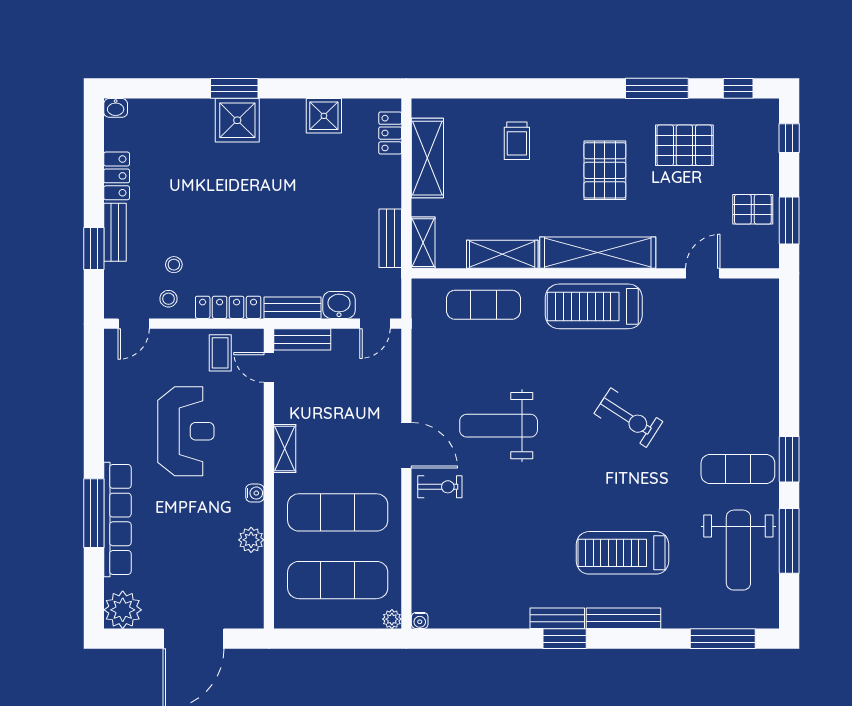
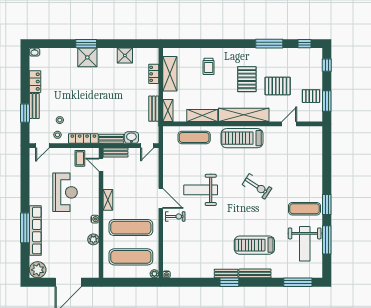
locker: (390, 133) -> (154, 74), moved
pallet: (684, 145) -> (278, 86), moved

